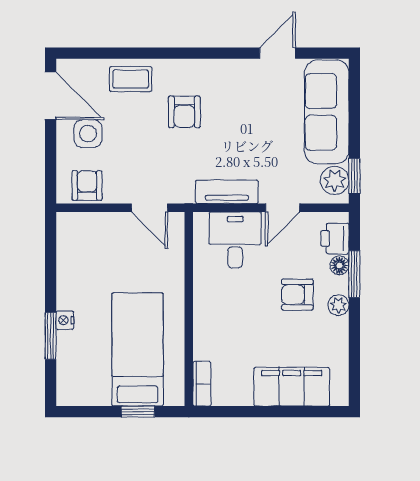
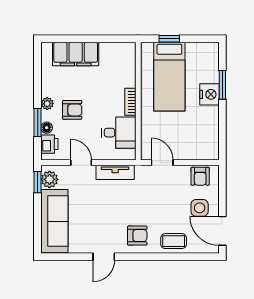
door: (278, 53) -> (104, 257), moved
armchair: (184, 112) -> (137, 236), moved, turned 90
door: (283, 208) -> (81, 163), hinge flipped
desk: (235, 240) -> (119, 133), moved, turned -90
nightstand: (65, 320) -> (209, 94), width x1.89, depth x1.79
bookcase: (202, 384) -> (130, 102), moved

